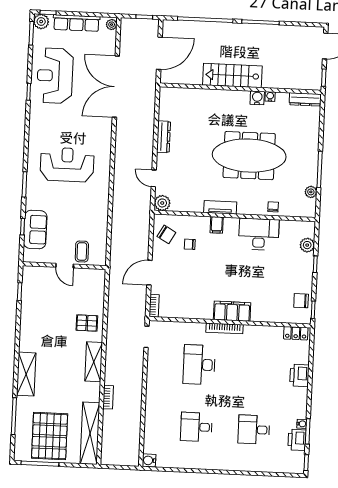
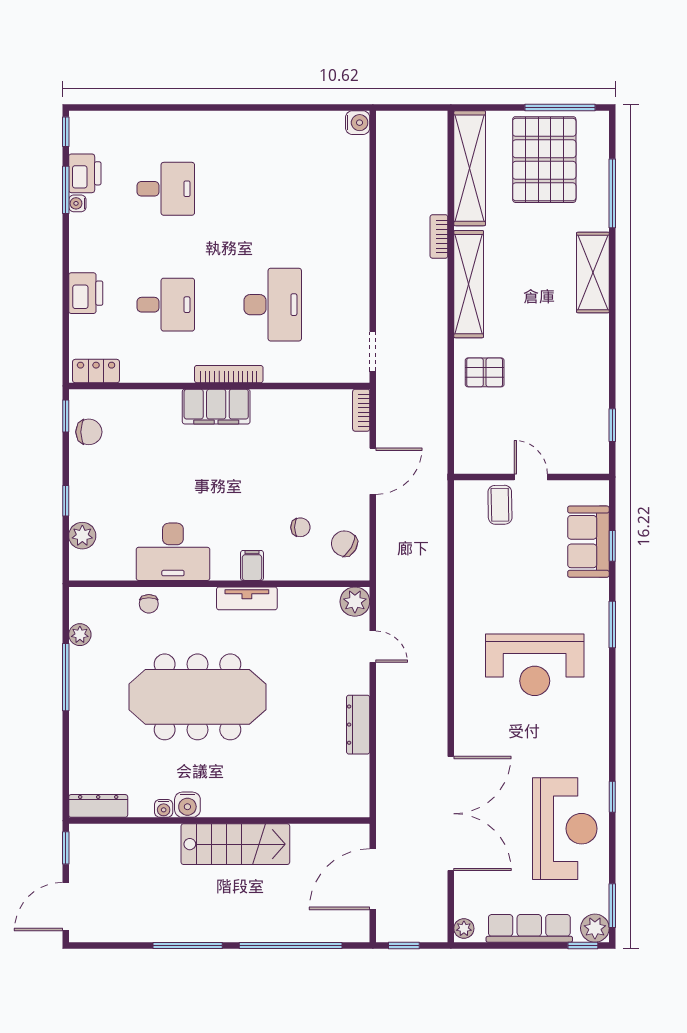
shelving: (94, 362) -> (469, 284), width x1.47
desk: (196, 427) -> (166, 305), moved

